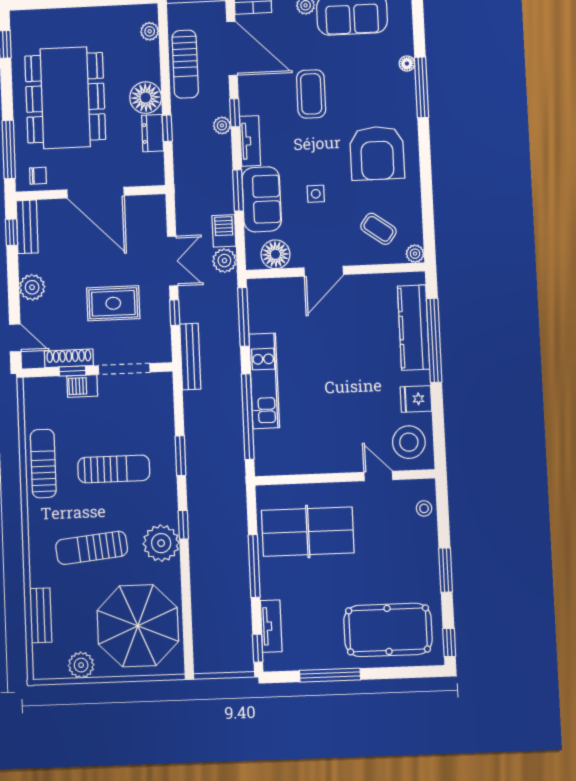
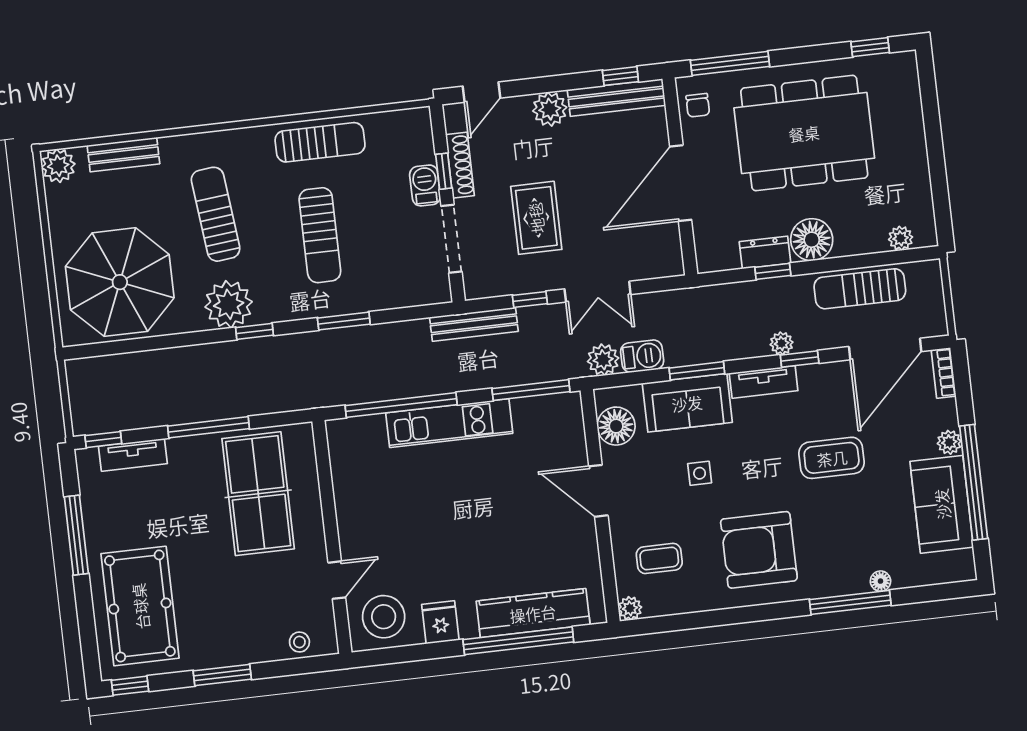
bench: (27, 227) -> (616, 98), width x1.36
coffee table: (378, 229) -> (659, 558), turned 54
plant: (81, 665) -> (58, 166), moved

